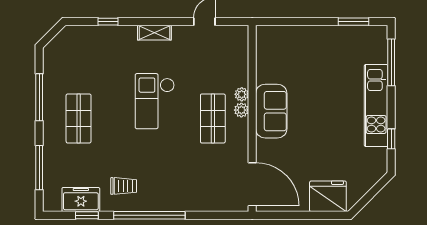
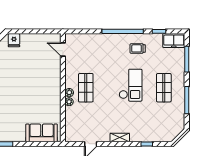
checkout: (155, 101) -> (131, 85), moved
sofa: (271, 111) -> (42, 133), moved, turned 90
door: (252, 184) -> (63, 49), width x0.53
fridge: (328, 196) -> (14, 40), width x0.53, depth x0.75
freezer: (81, 200) -> (174, 41), moved

